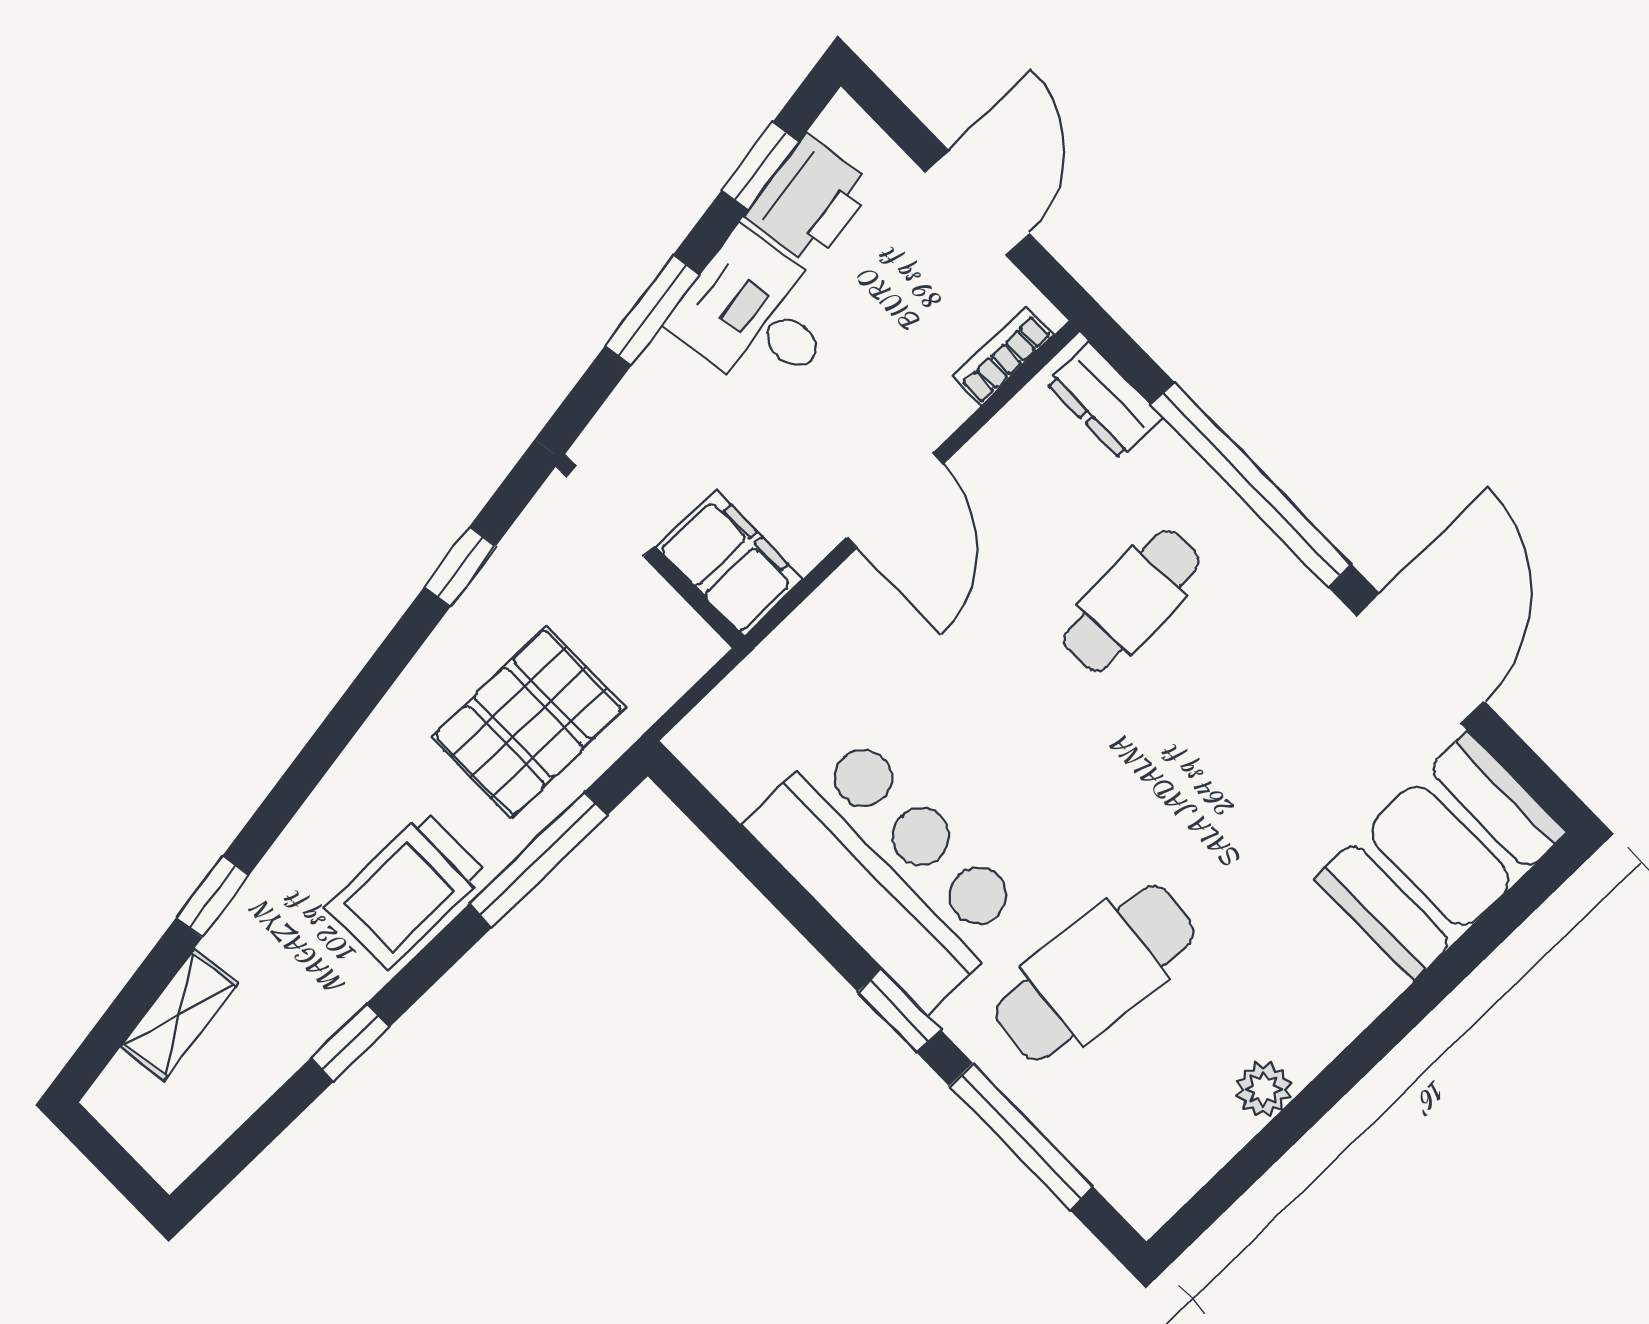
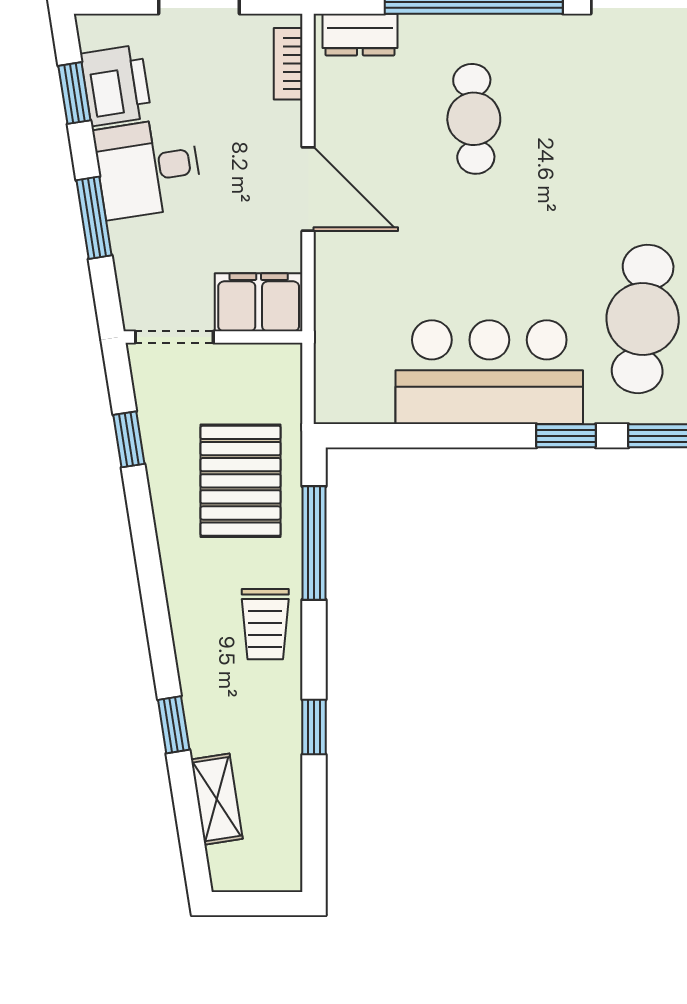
trolley: (407, 890) -> (265, 624), width x0.73, depth x0.72

